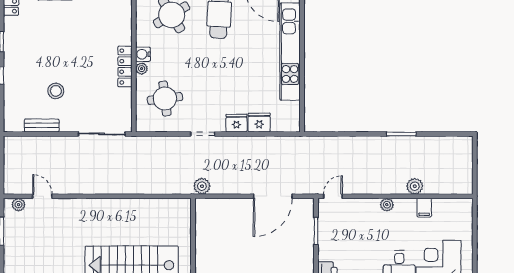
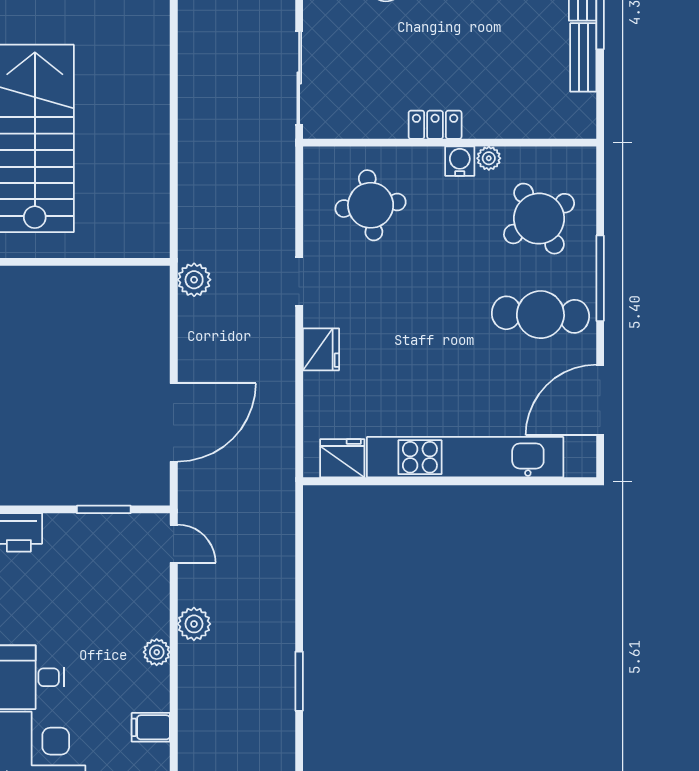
locker: (125, 66) -> (435, 125), width x0.66
plant: (142, 69) -> (489, 158), moved
fridge: (259, 123) -> (342, 458), moved, turned -90
plant: (415, 186) -> (194, 624), moved
door: (273, 196) -> (174, 422), swing flipped

